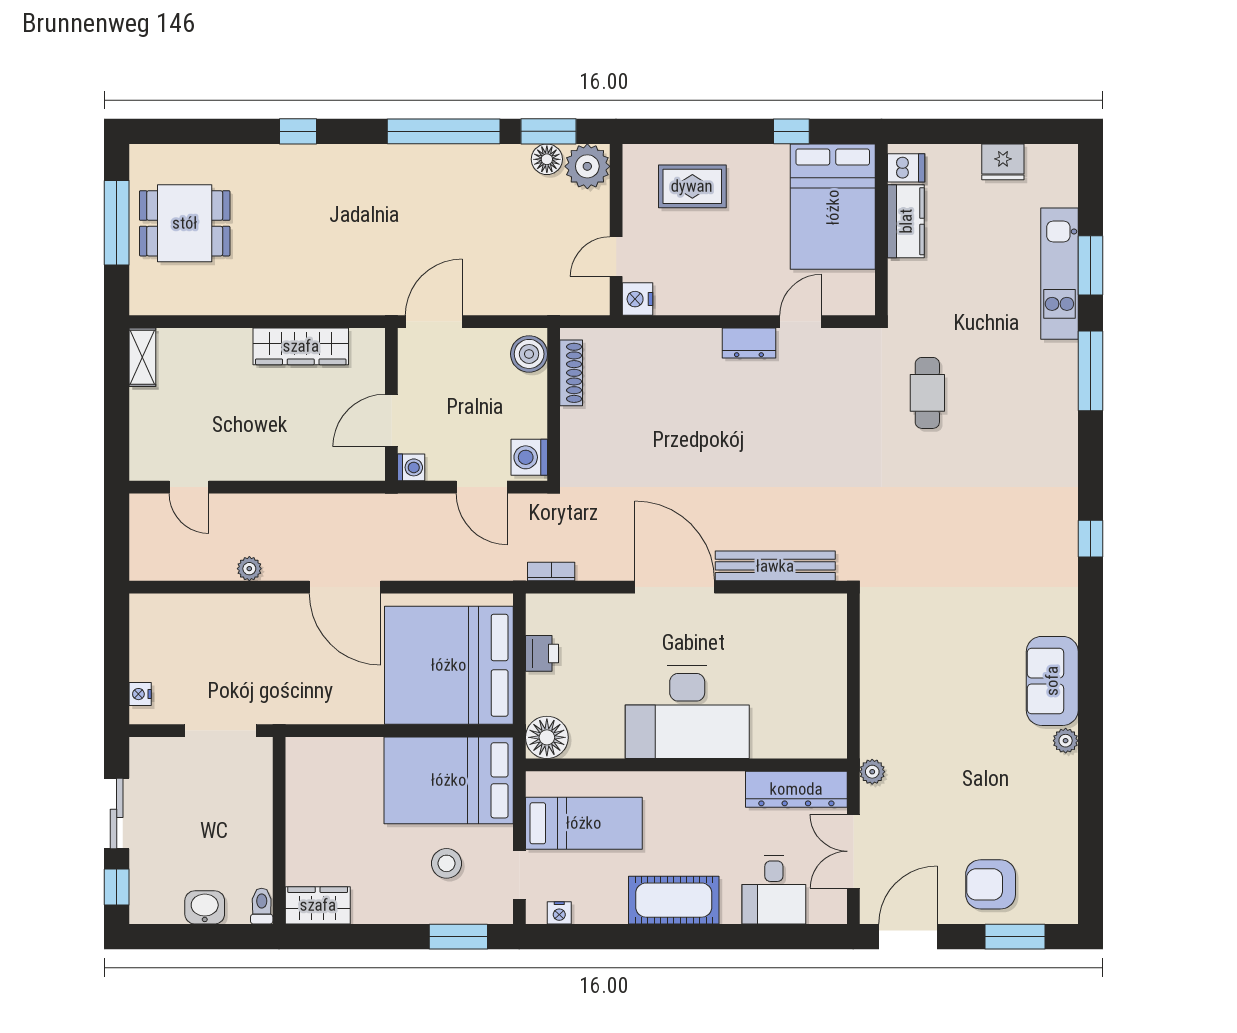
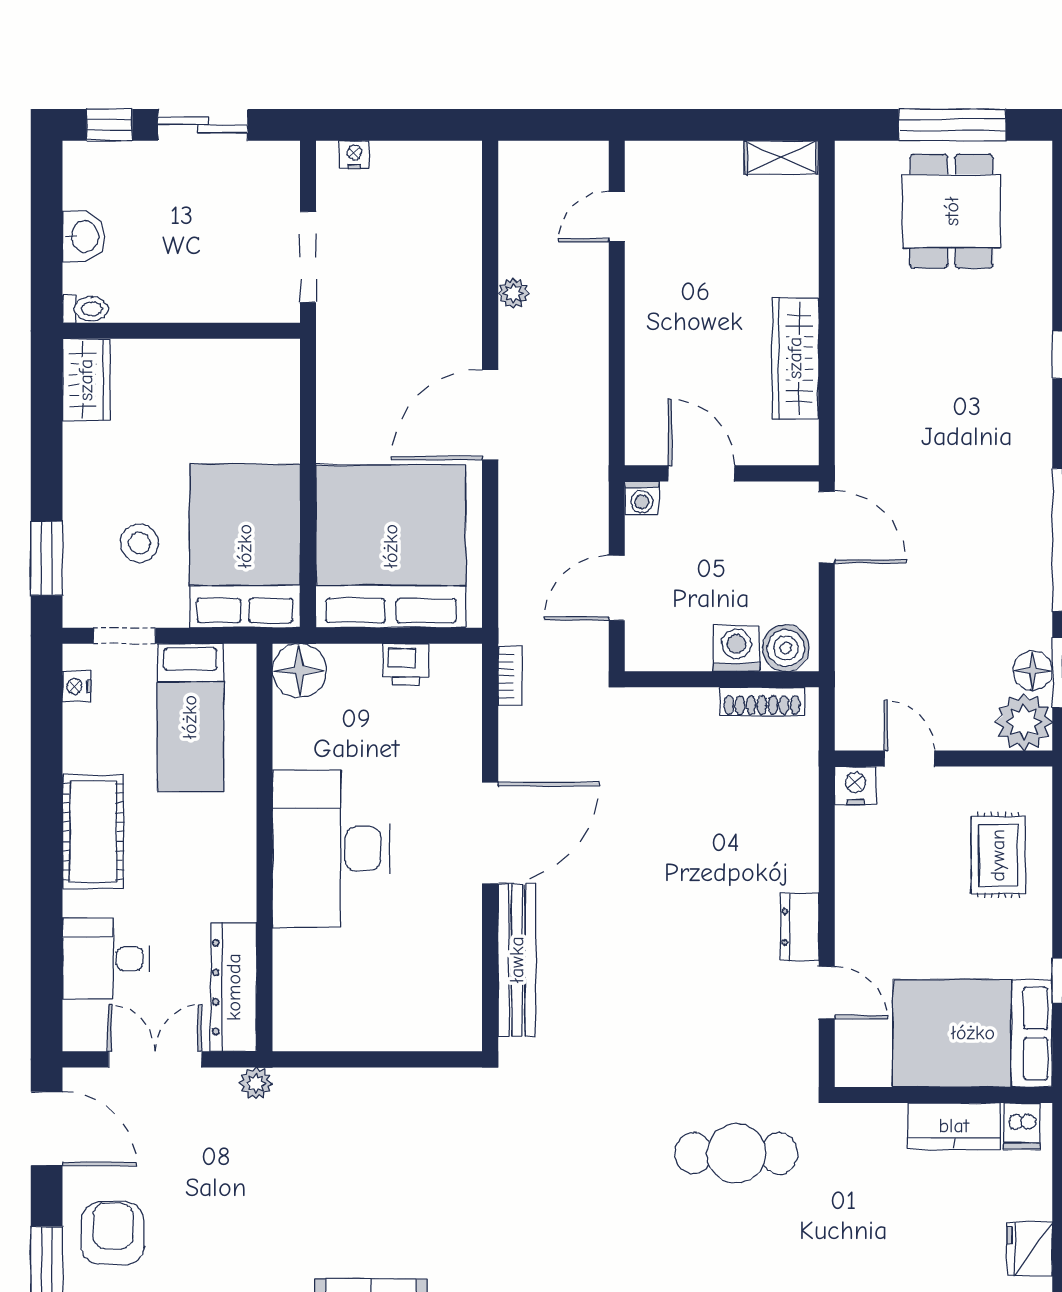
cafe table: (927, 393) -> (736, 1153), width x1.37, depth x1.35
washing machine: (529, 457) -> (736, 648), moved

